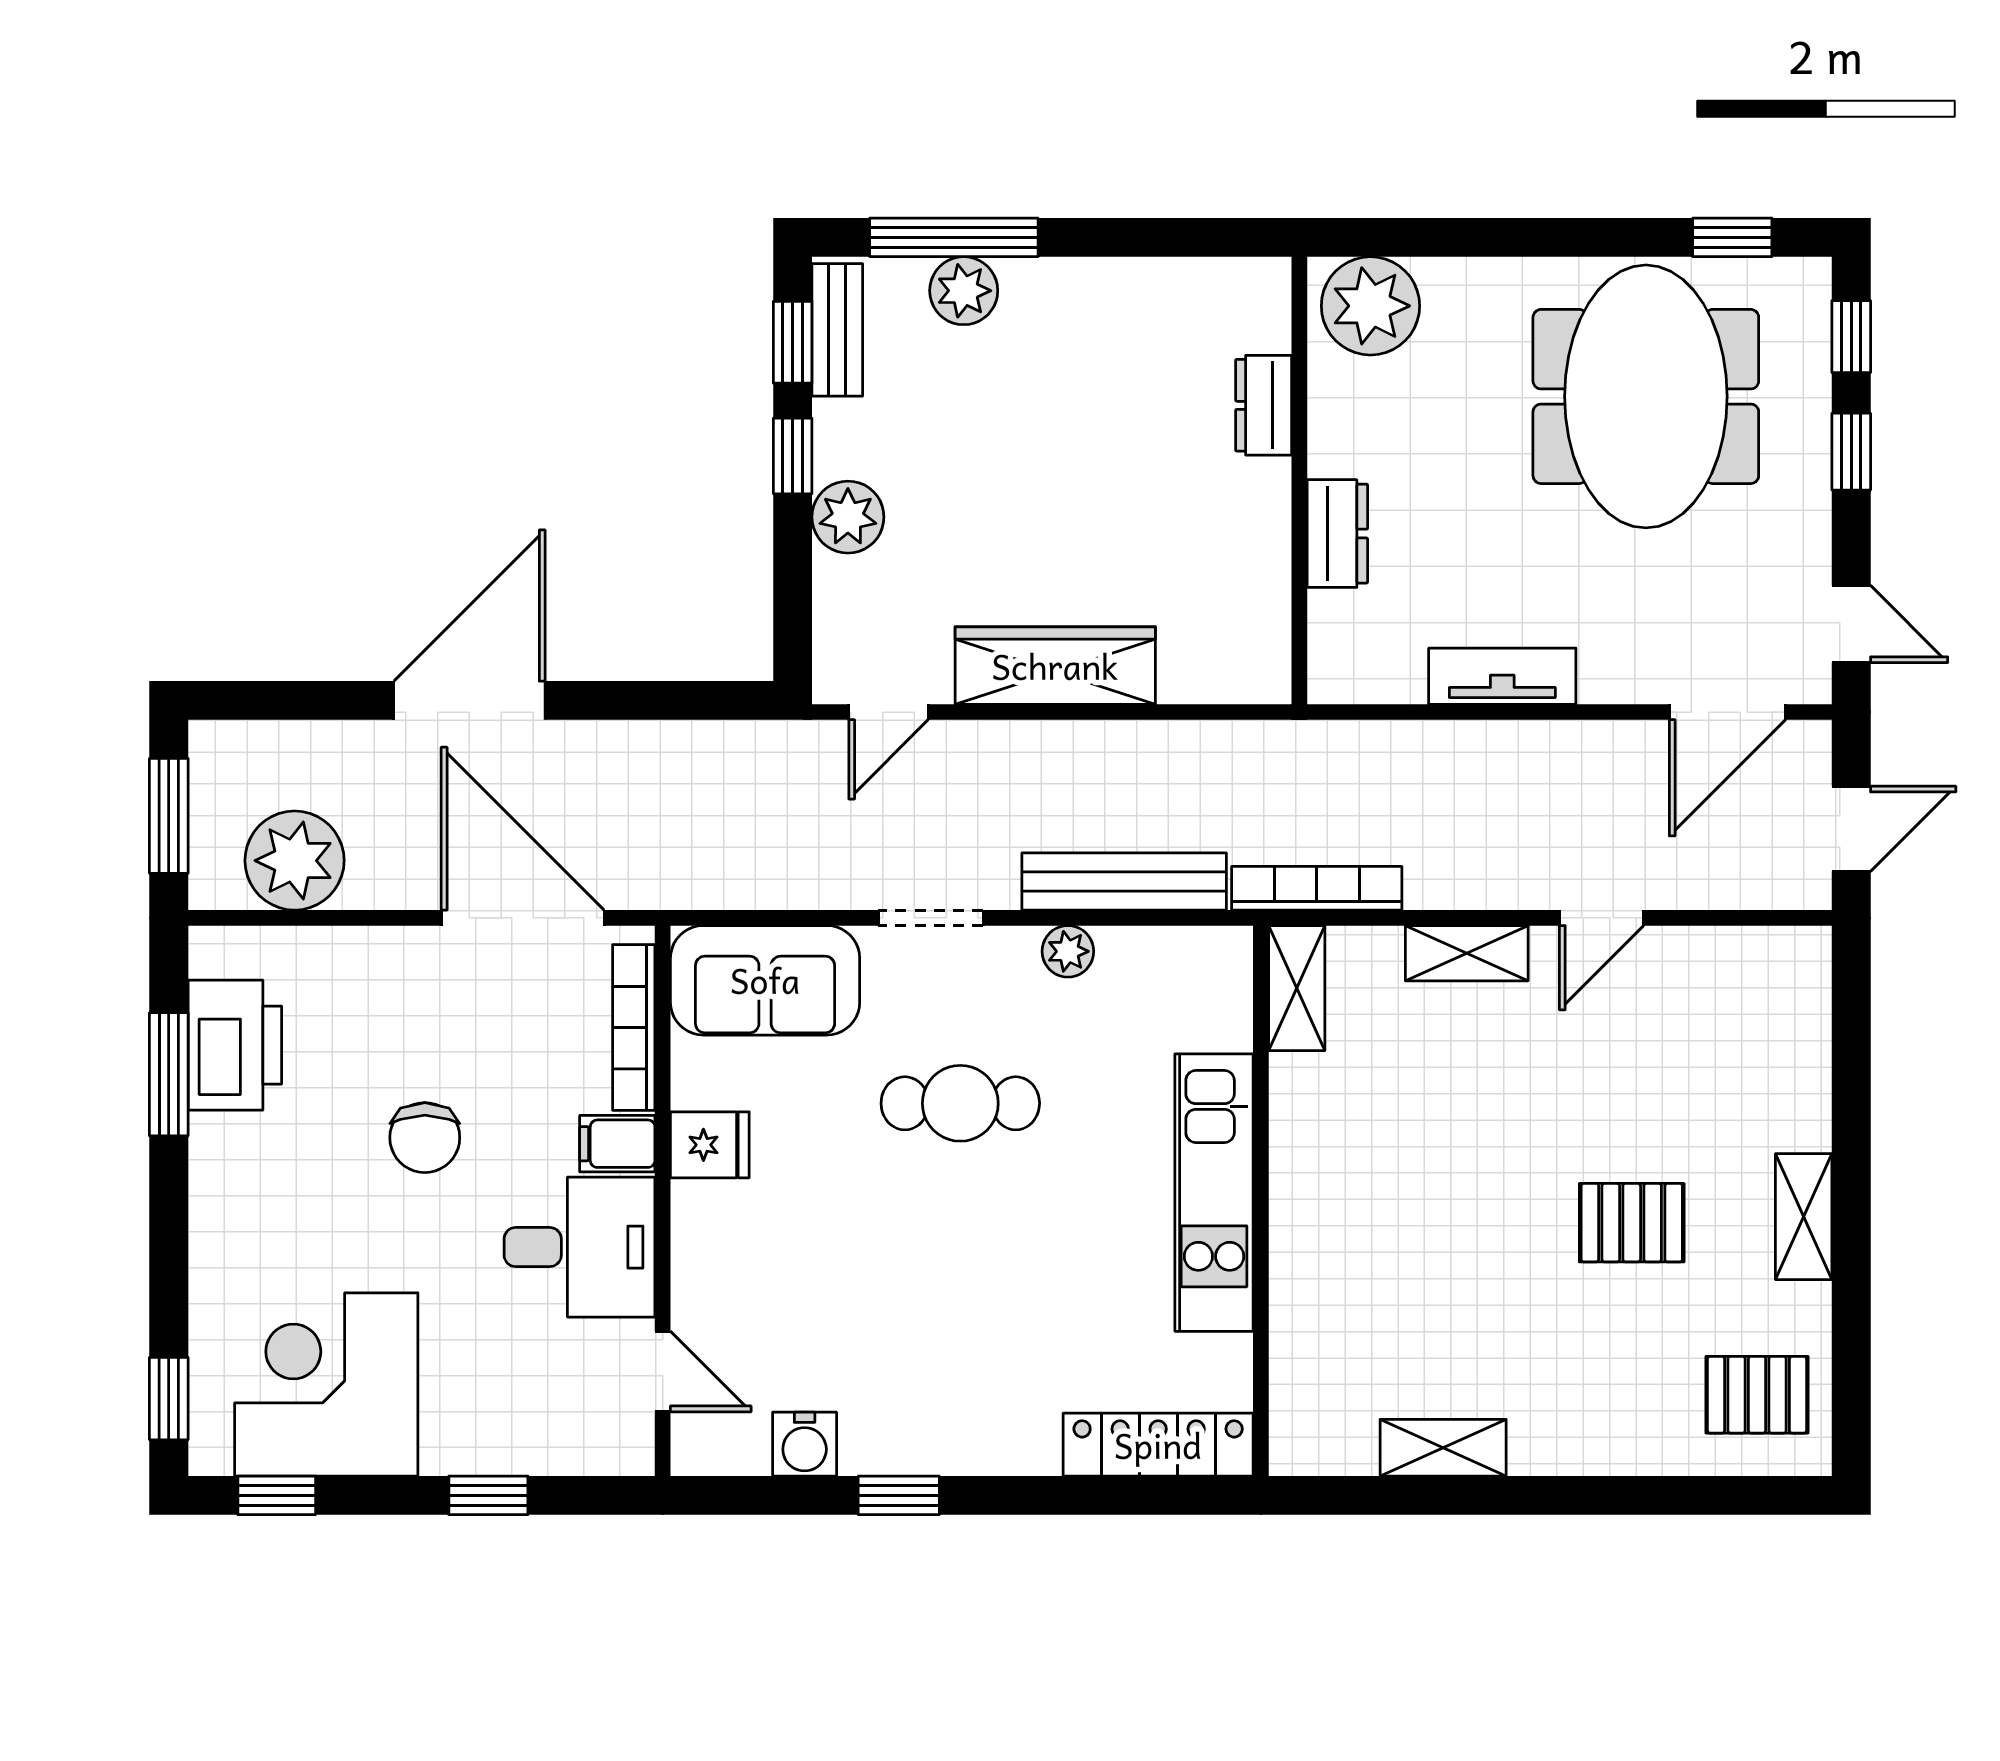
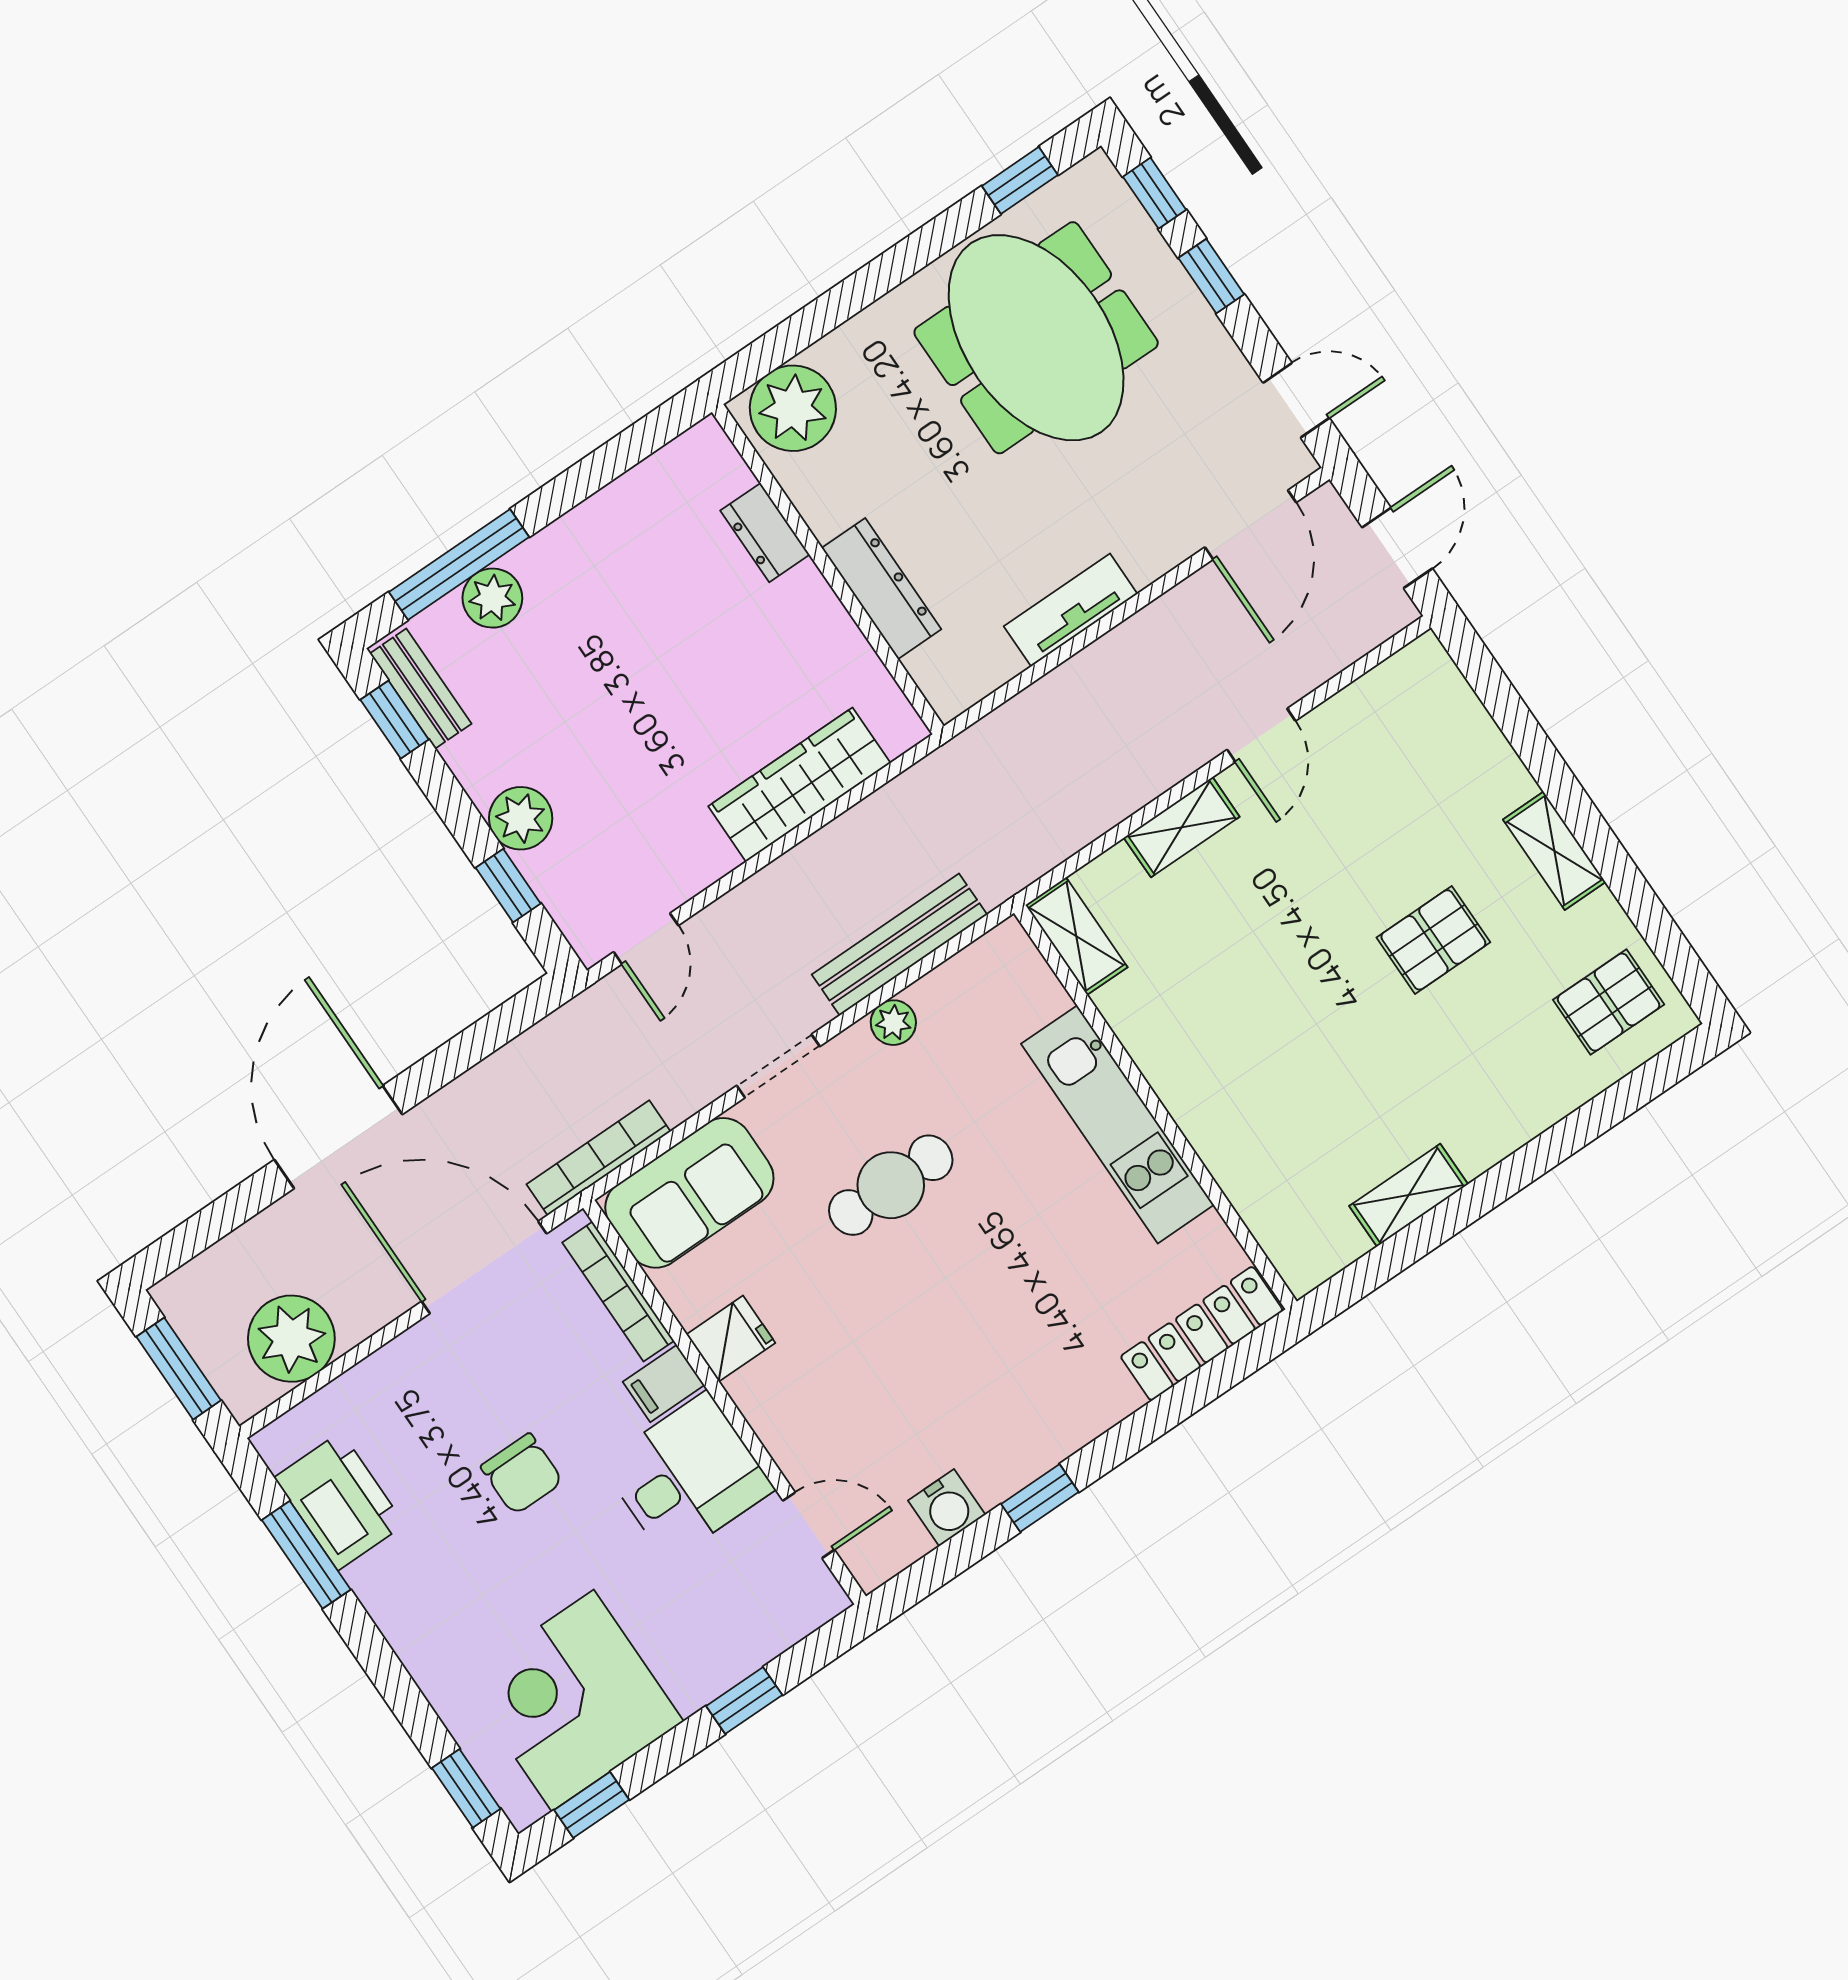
window: (793, 456) -> (508, 886), moved
dresser: (1337, 534) -> (881, 589), width x1.44
wardrobe: (1055, 666) -> (799, 785), moved
bookcase: (1317, 888) -> (598, 1158), moved

